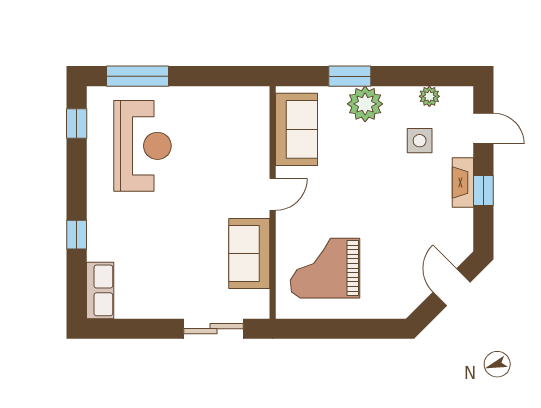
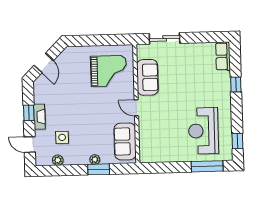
plant: (365, 104) -> (95, 160), width x0.53, depth x0.53
door: (273, 194) -> (136, 108), hinge flipped

